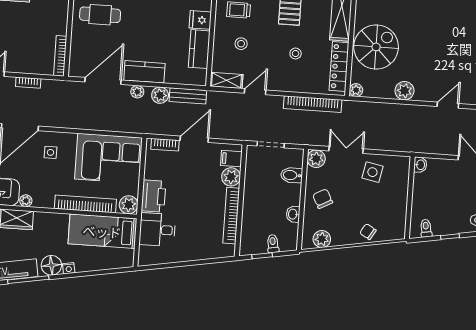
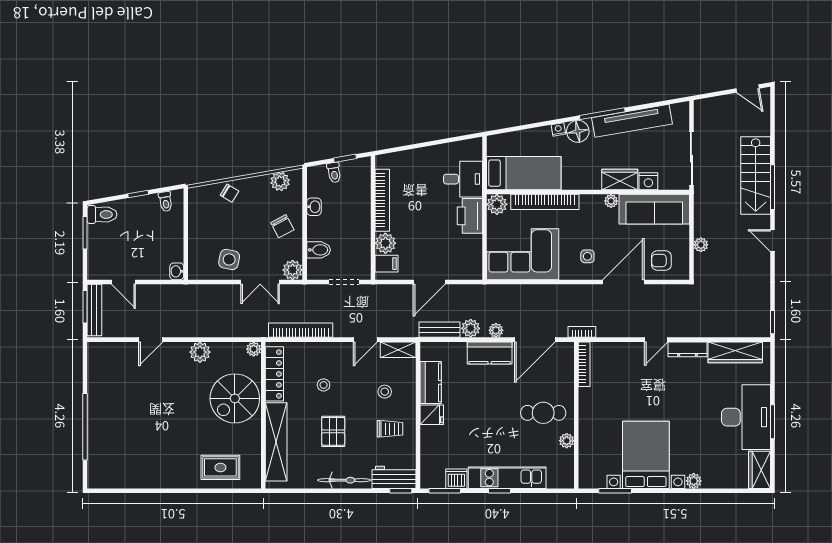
bookcase: (28, 83) -> (582, 332), moved
bookcase: (165, 145) -> (461, 274), removed

